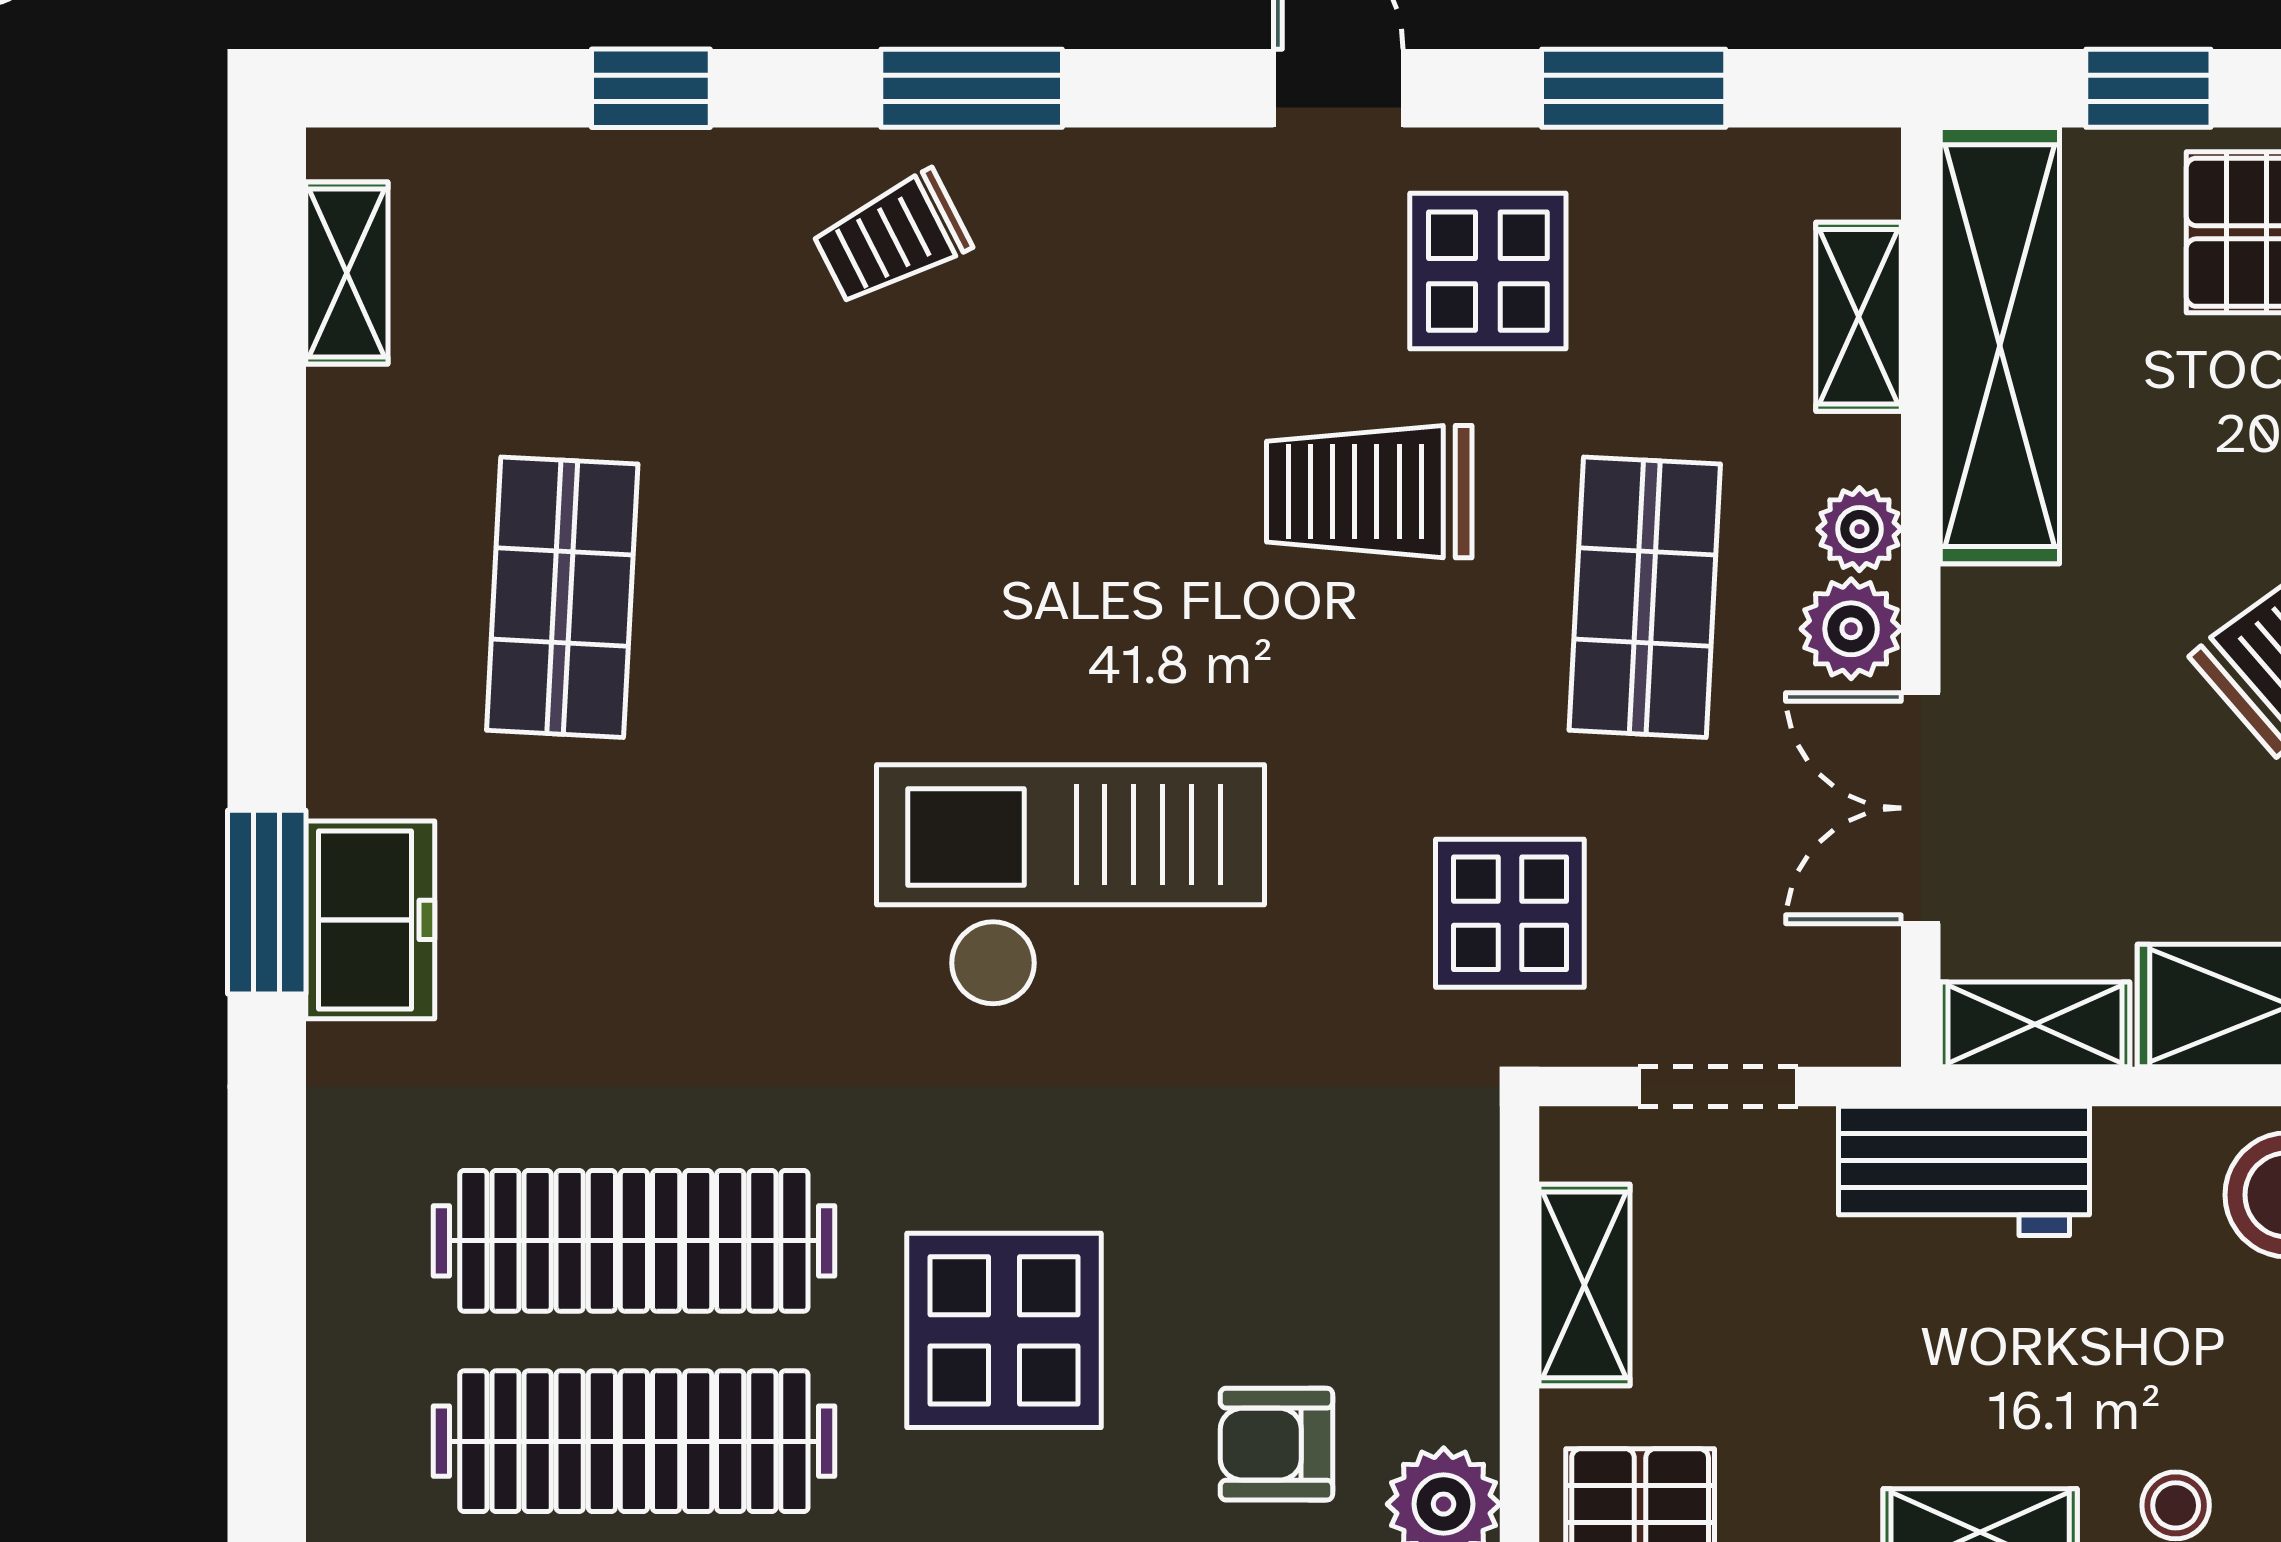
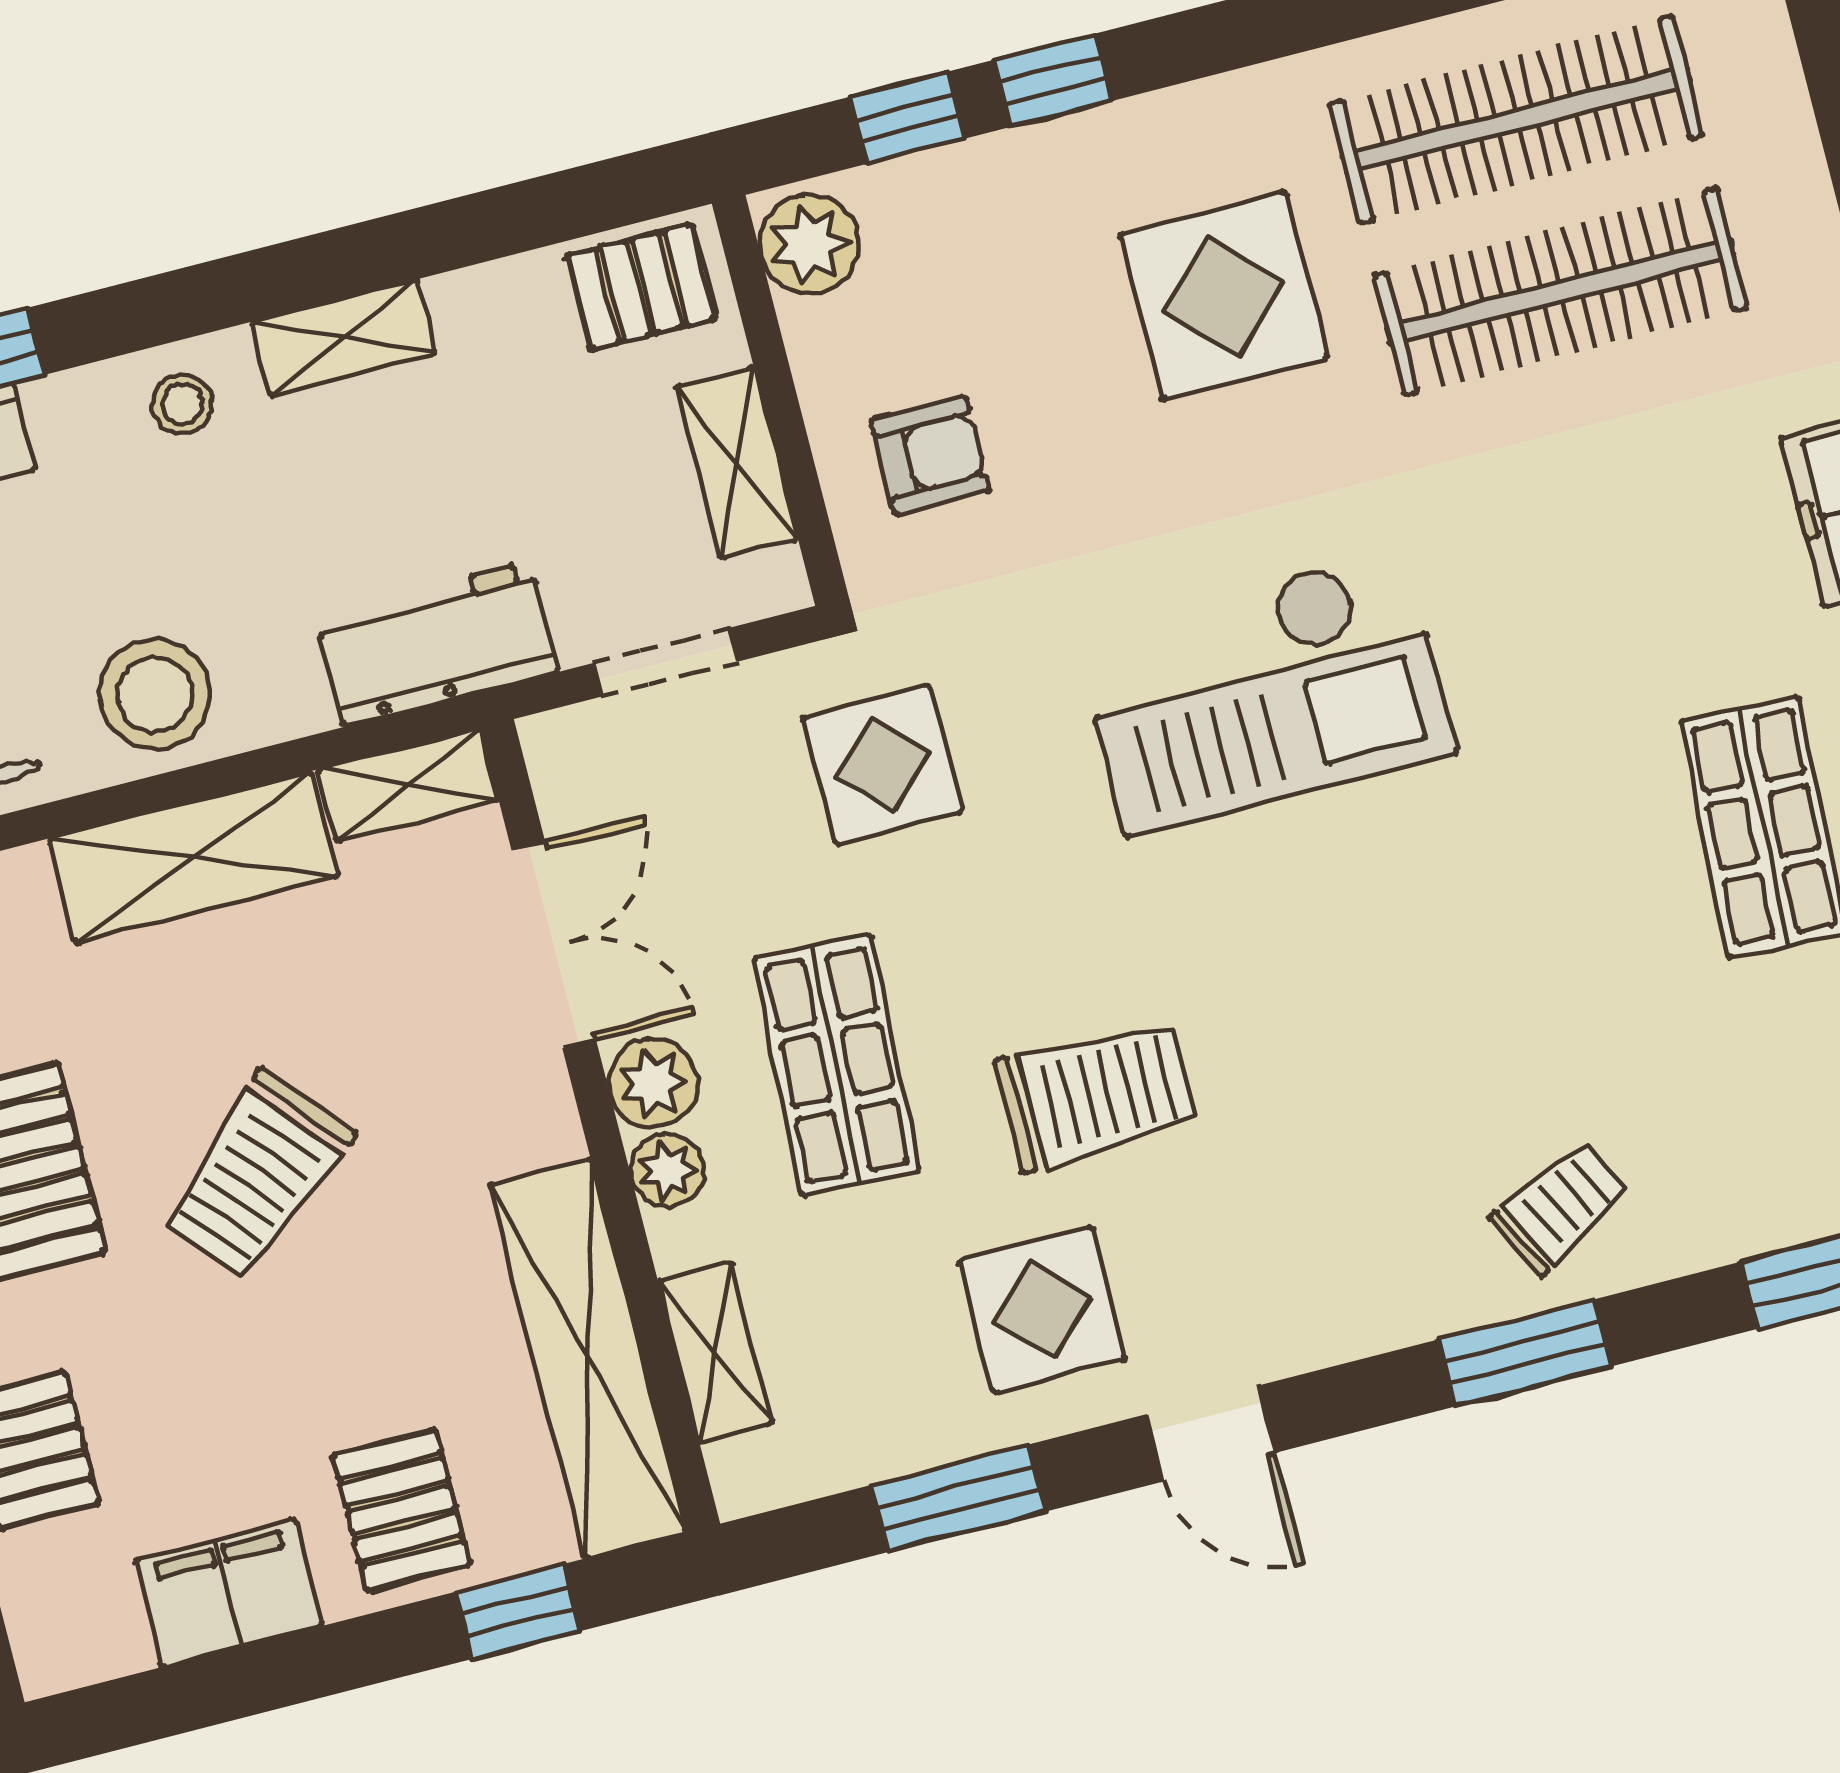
armchair: (1276, 1444) -> (930, 455), moved

